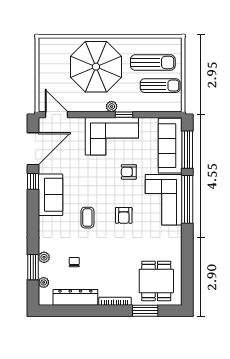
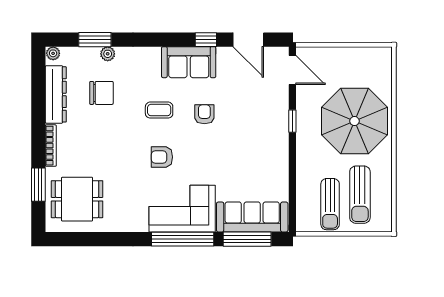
plant: (112, 106) -> (303, 141), removed
door: (57, 115) -> (292, 70), hinge flipped
window: (124, 115) -> (292, 121), moved
corner sofa: (112, 136) -> (264, 142), removed
door: (33, 149) -> (248, 40), width x0.73
armchair: (129, 172) -> (204, 114), moved
chair: (74, 262) -> (101, 93), width x1.87, depth x1.87
plant: (44, 282) -> (53, 53), moved

